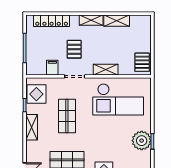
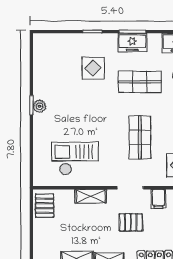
pallet: (74, 49) -> (131, 222), turned 90
checkout: (118, 99) -> (75, 159), width x0.73, depth x0.83
plant: (142, 141) -> (39, 106), width x0.53, depth x0.53

